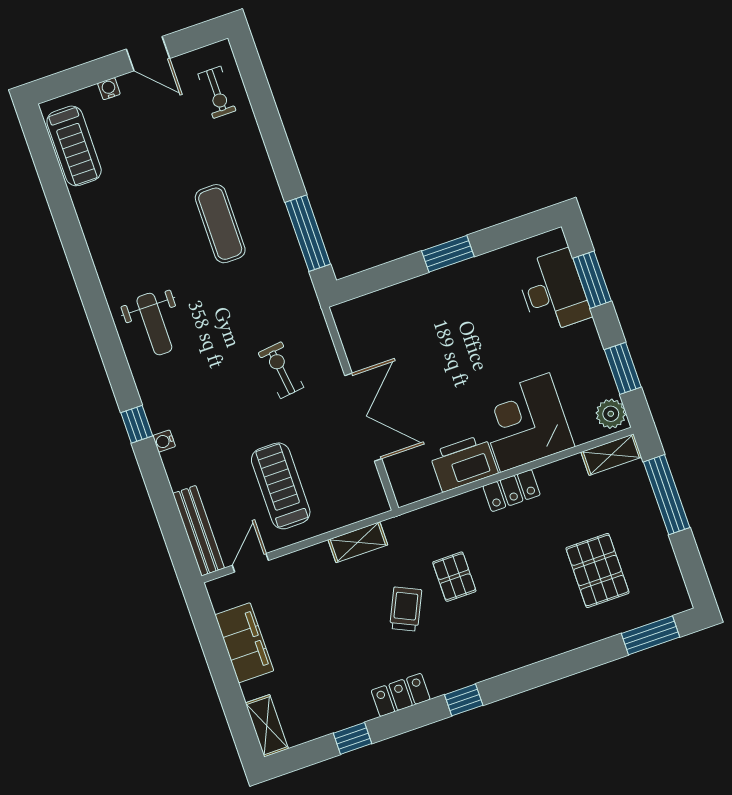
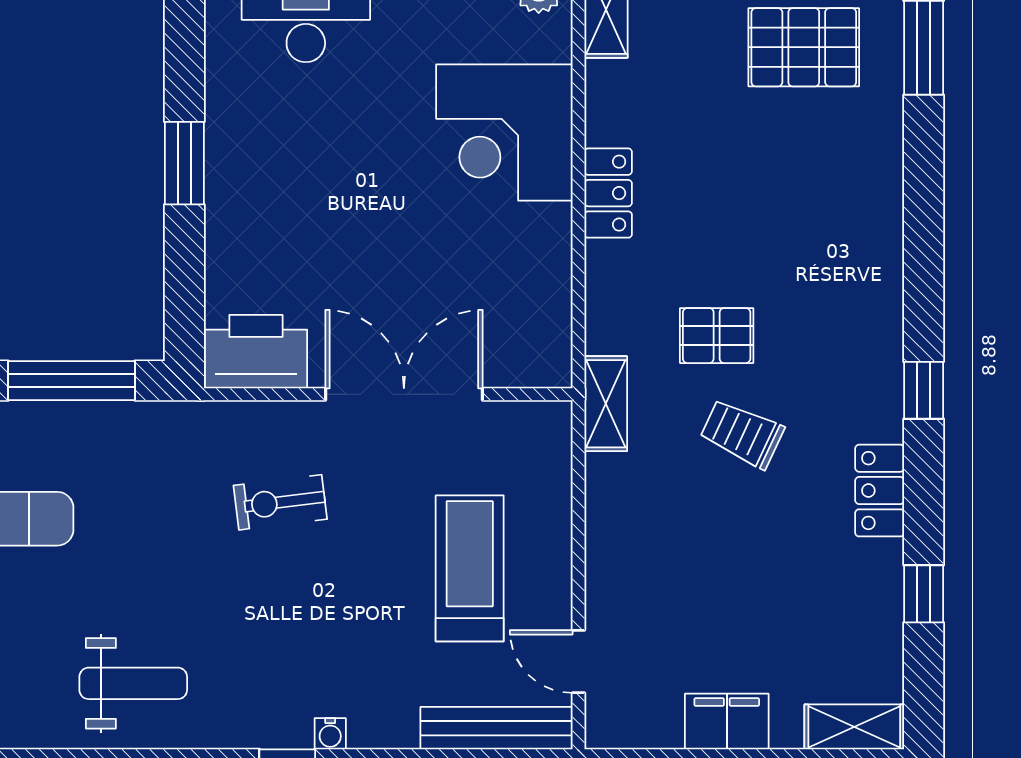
printer: (464, 463) -> (256, 352), moved, turned 90
treadmill: (281, 486) -> (470, 568), turned 90
shelving: (358, 542) -> (606, 404), moved
pallet: (597, 570) -> (804, 47), moved
filing cabinet: (244, 643) -> (727, 721), width x0.67, depth x0.86

